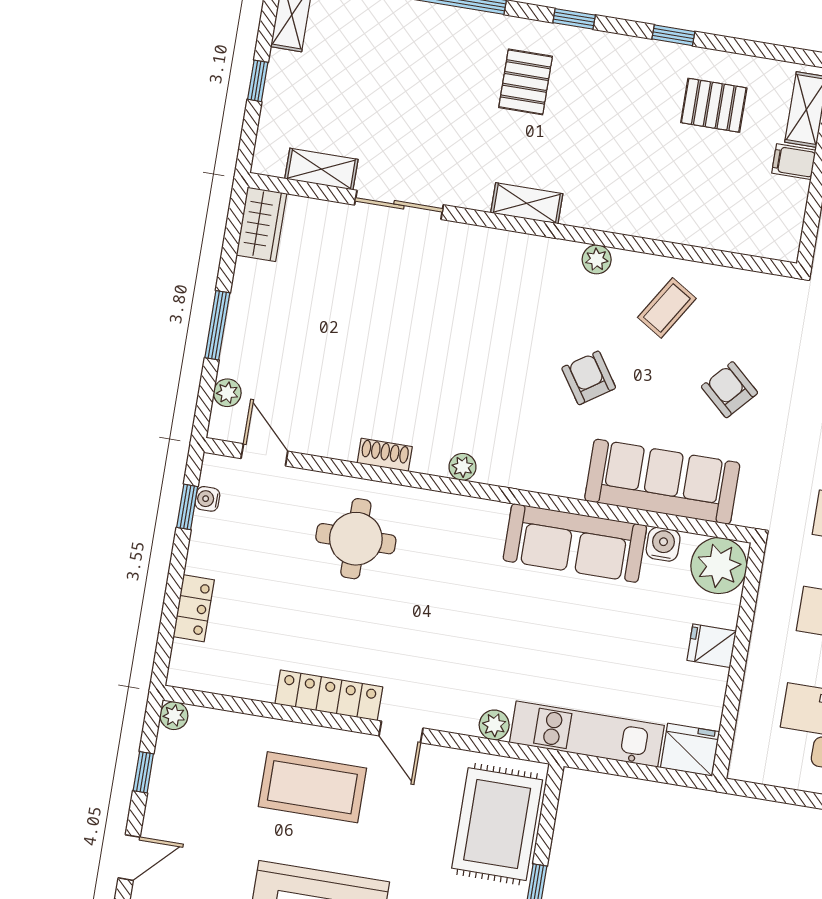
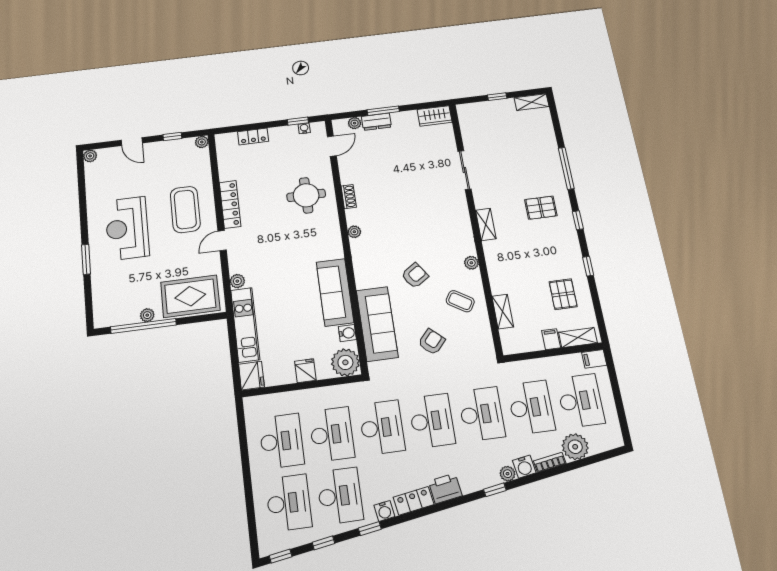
shelving: (321, 169) -> (503, 312), moved
dresser: (238, 347) -> (376, 122), added

